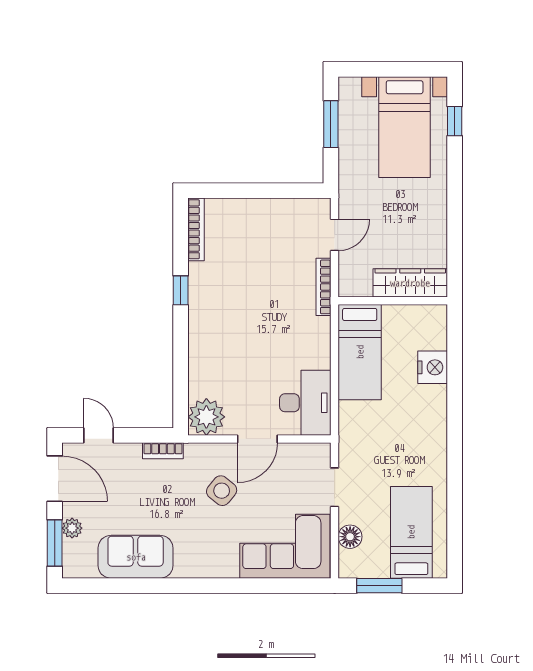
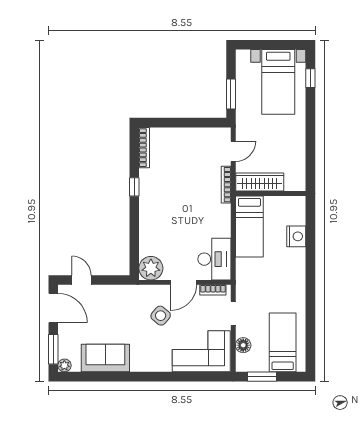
window: (331, 124) -> (231, 94), moved
wardrobe: (410, 283) -> (260, 182), moved
bookcase: (163, 451) -> (213, 290), moved
plant: (72, 528) -> (64, 365), moved

